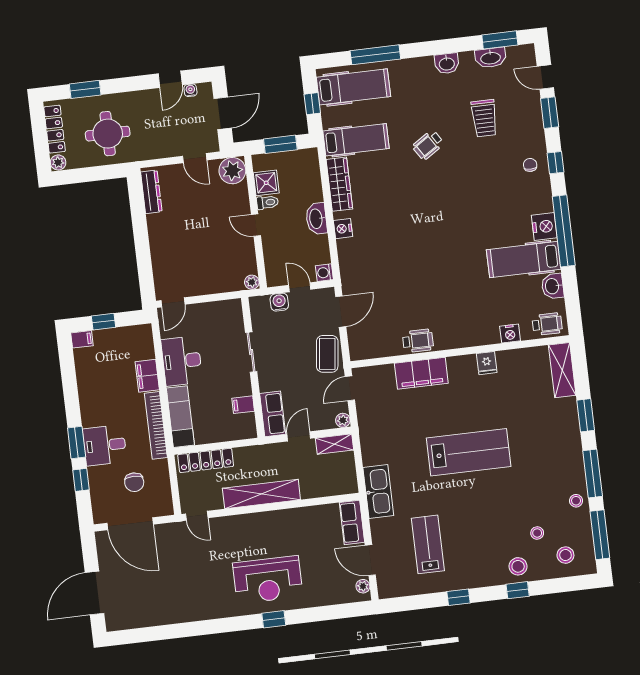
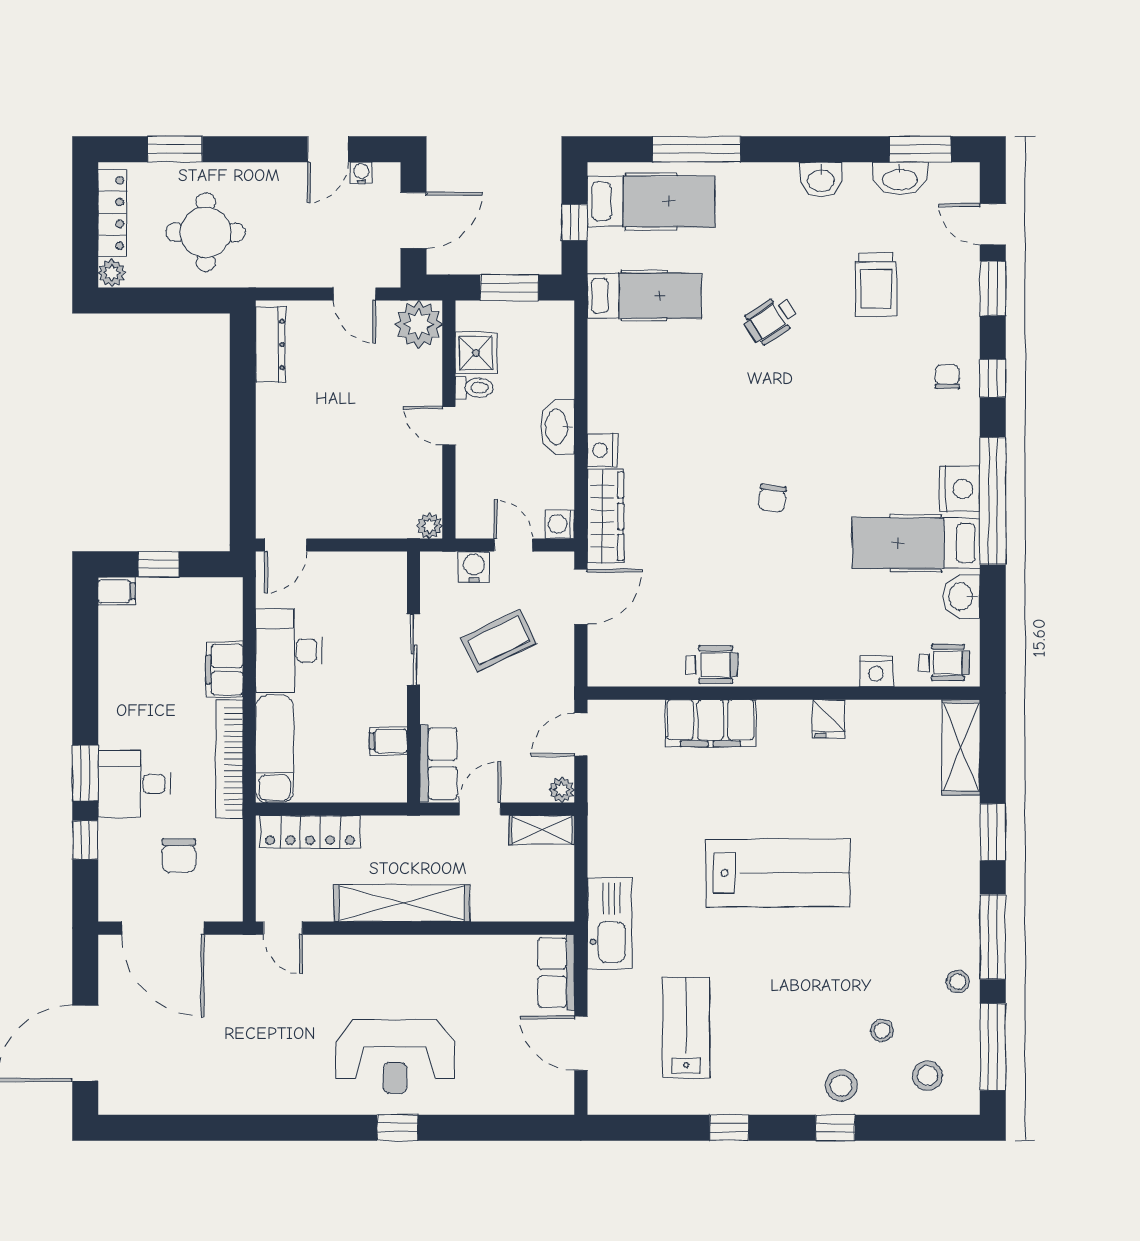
wardrobe: (339, 184) -> (605, 516), moved
chair: (441, 244) -> (772, 498), added
coffee table: (327, 354) -> (498, 641), moved, turned 57
plant: (363, 586) -> (562, 1088), removed

